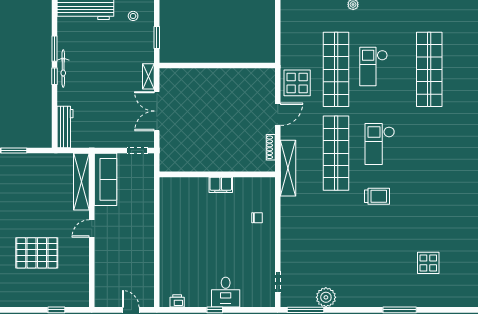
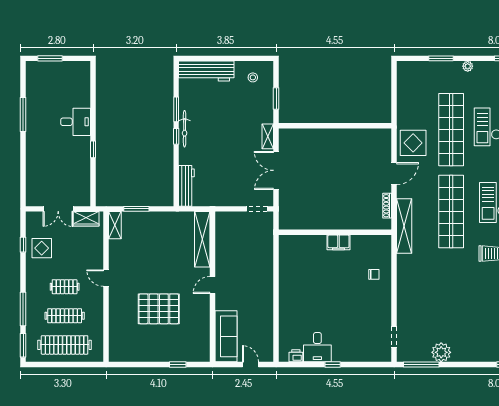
sofa: (106, 179) -> (226, 336), moved
desk: (226, 292) -> (317, 347), moved

